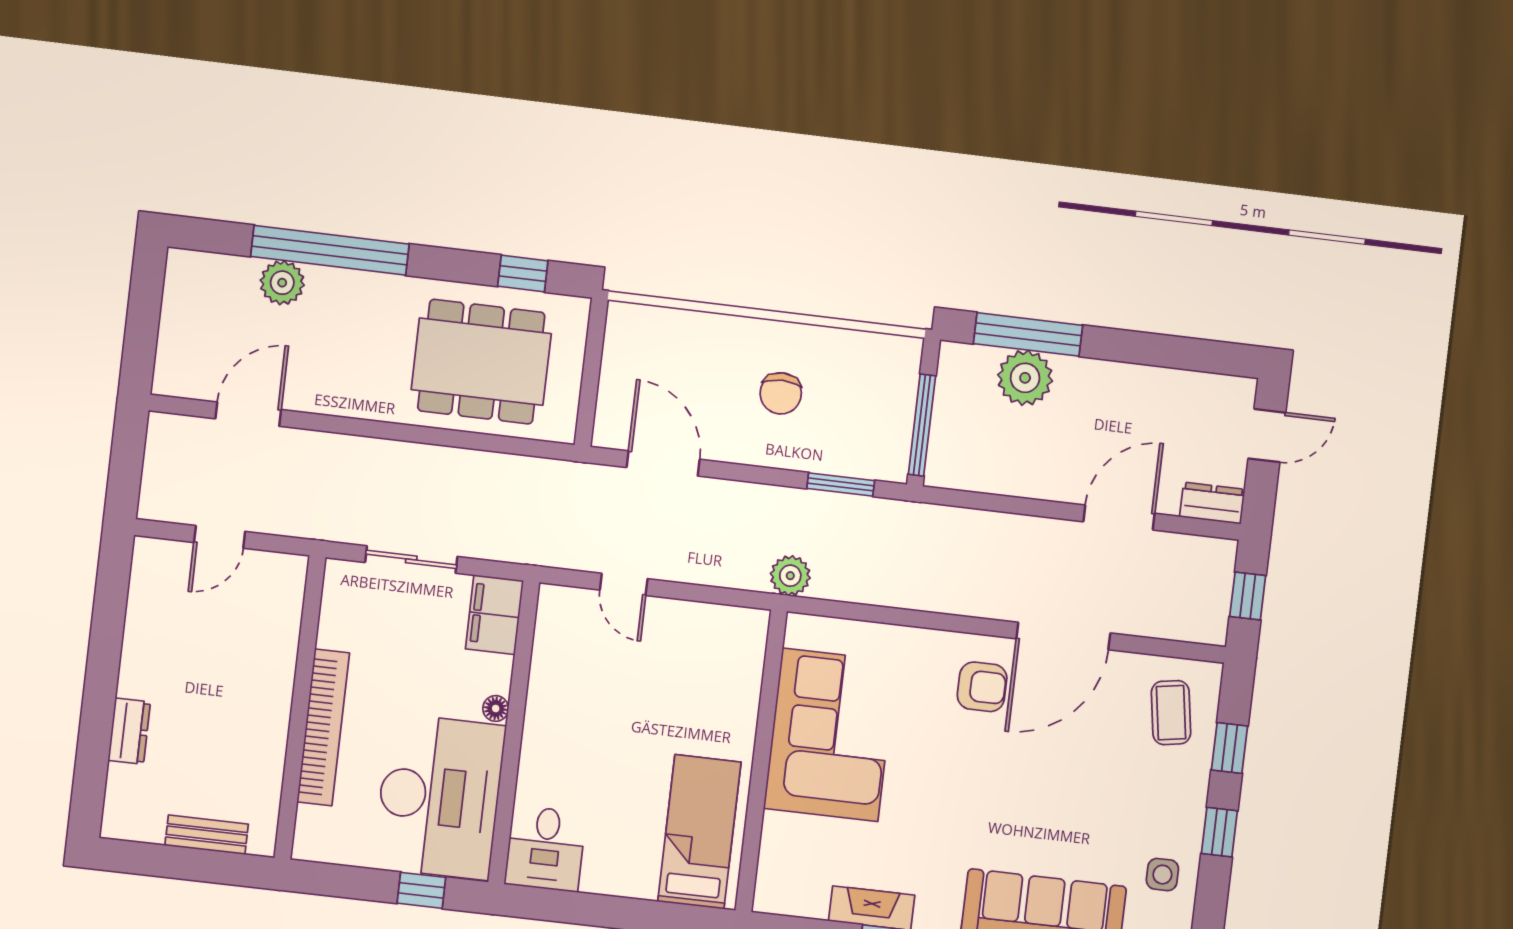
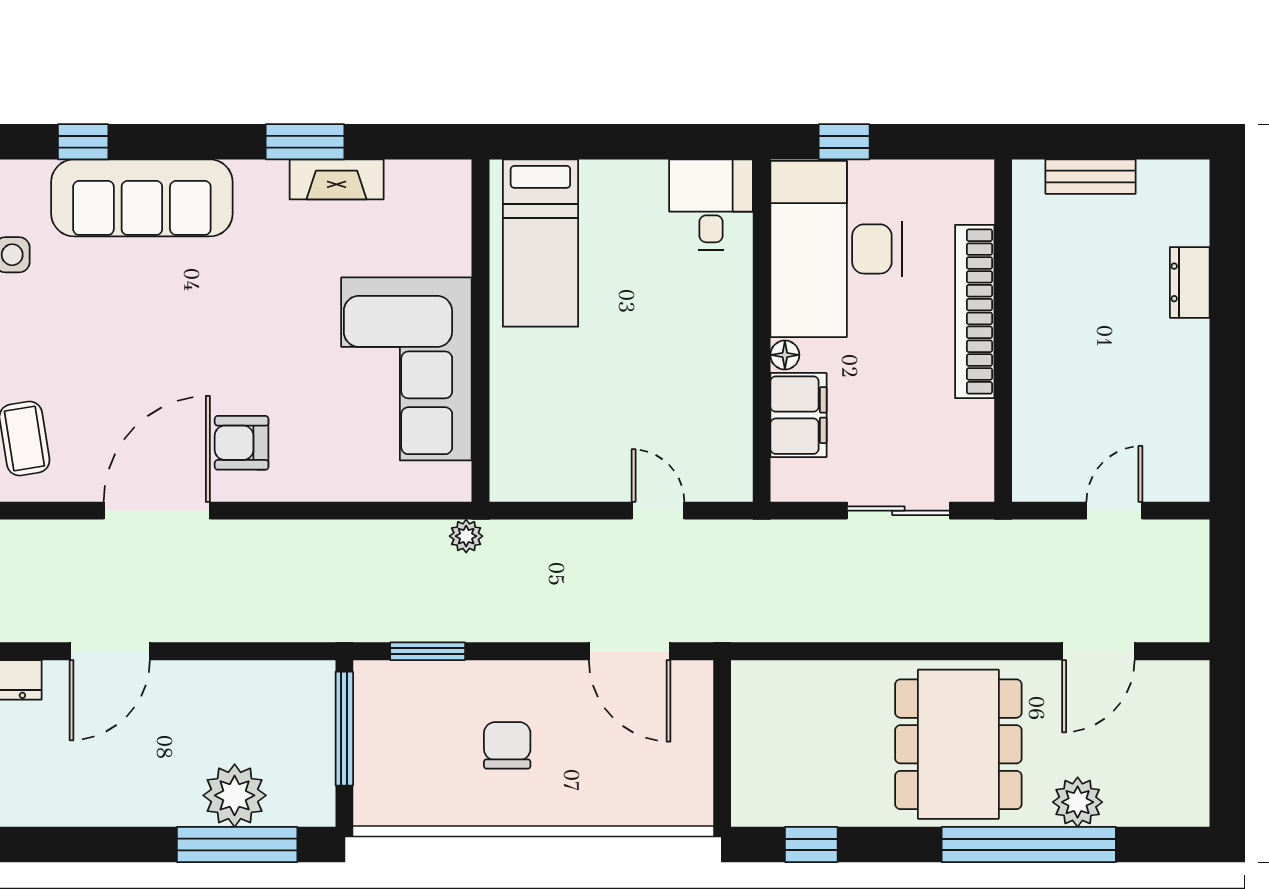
dining table: (481, 362) -> (958, 744), moved, turned 90
plant: (790, 576) -> (466, 536), width x0.73, depth x0.73
filing cabinet: (494, 615) -> (798, 415), moved

